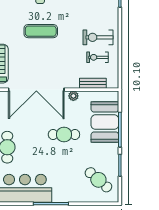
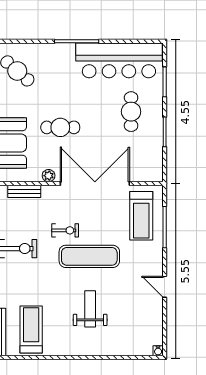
exercise mat: (41, 31) -> (89, 256), width x1.36, depth x1.45
exercise bike: (97, 57) -> (65, 230), moved

